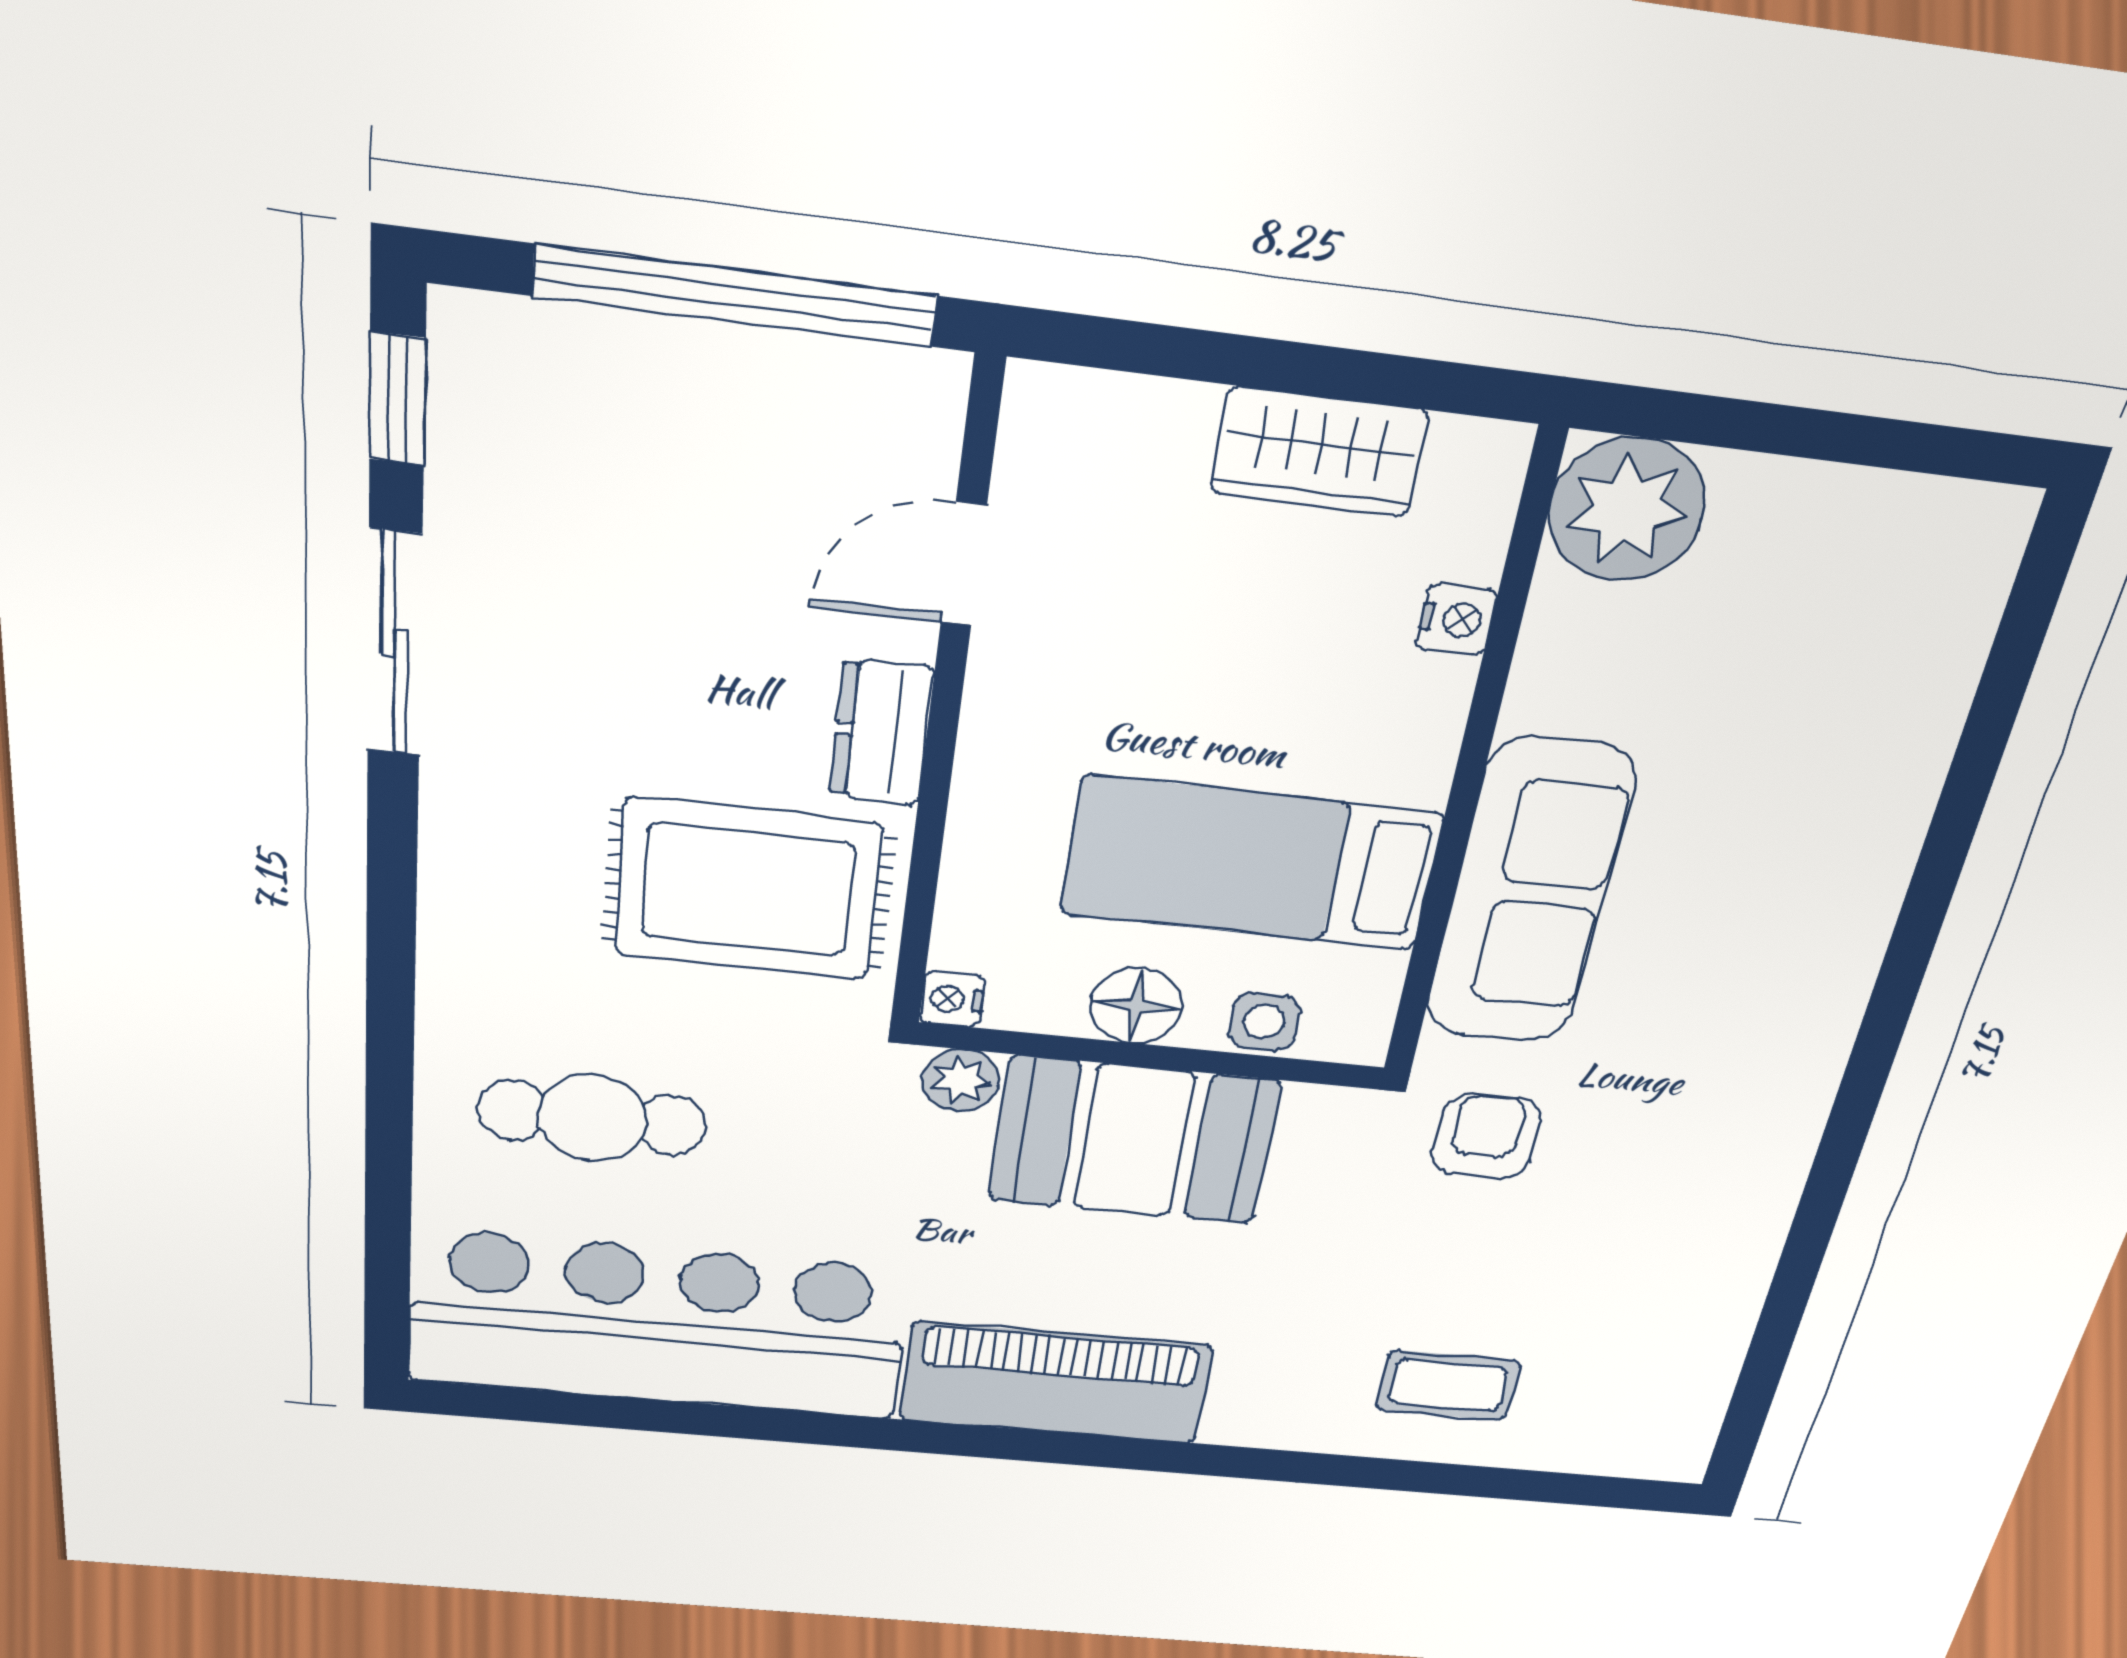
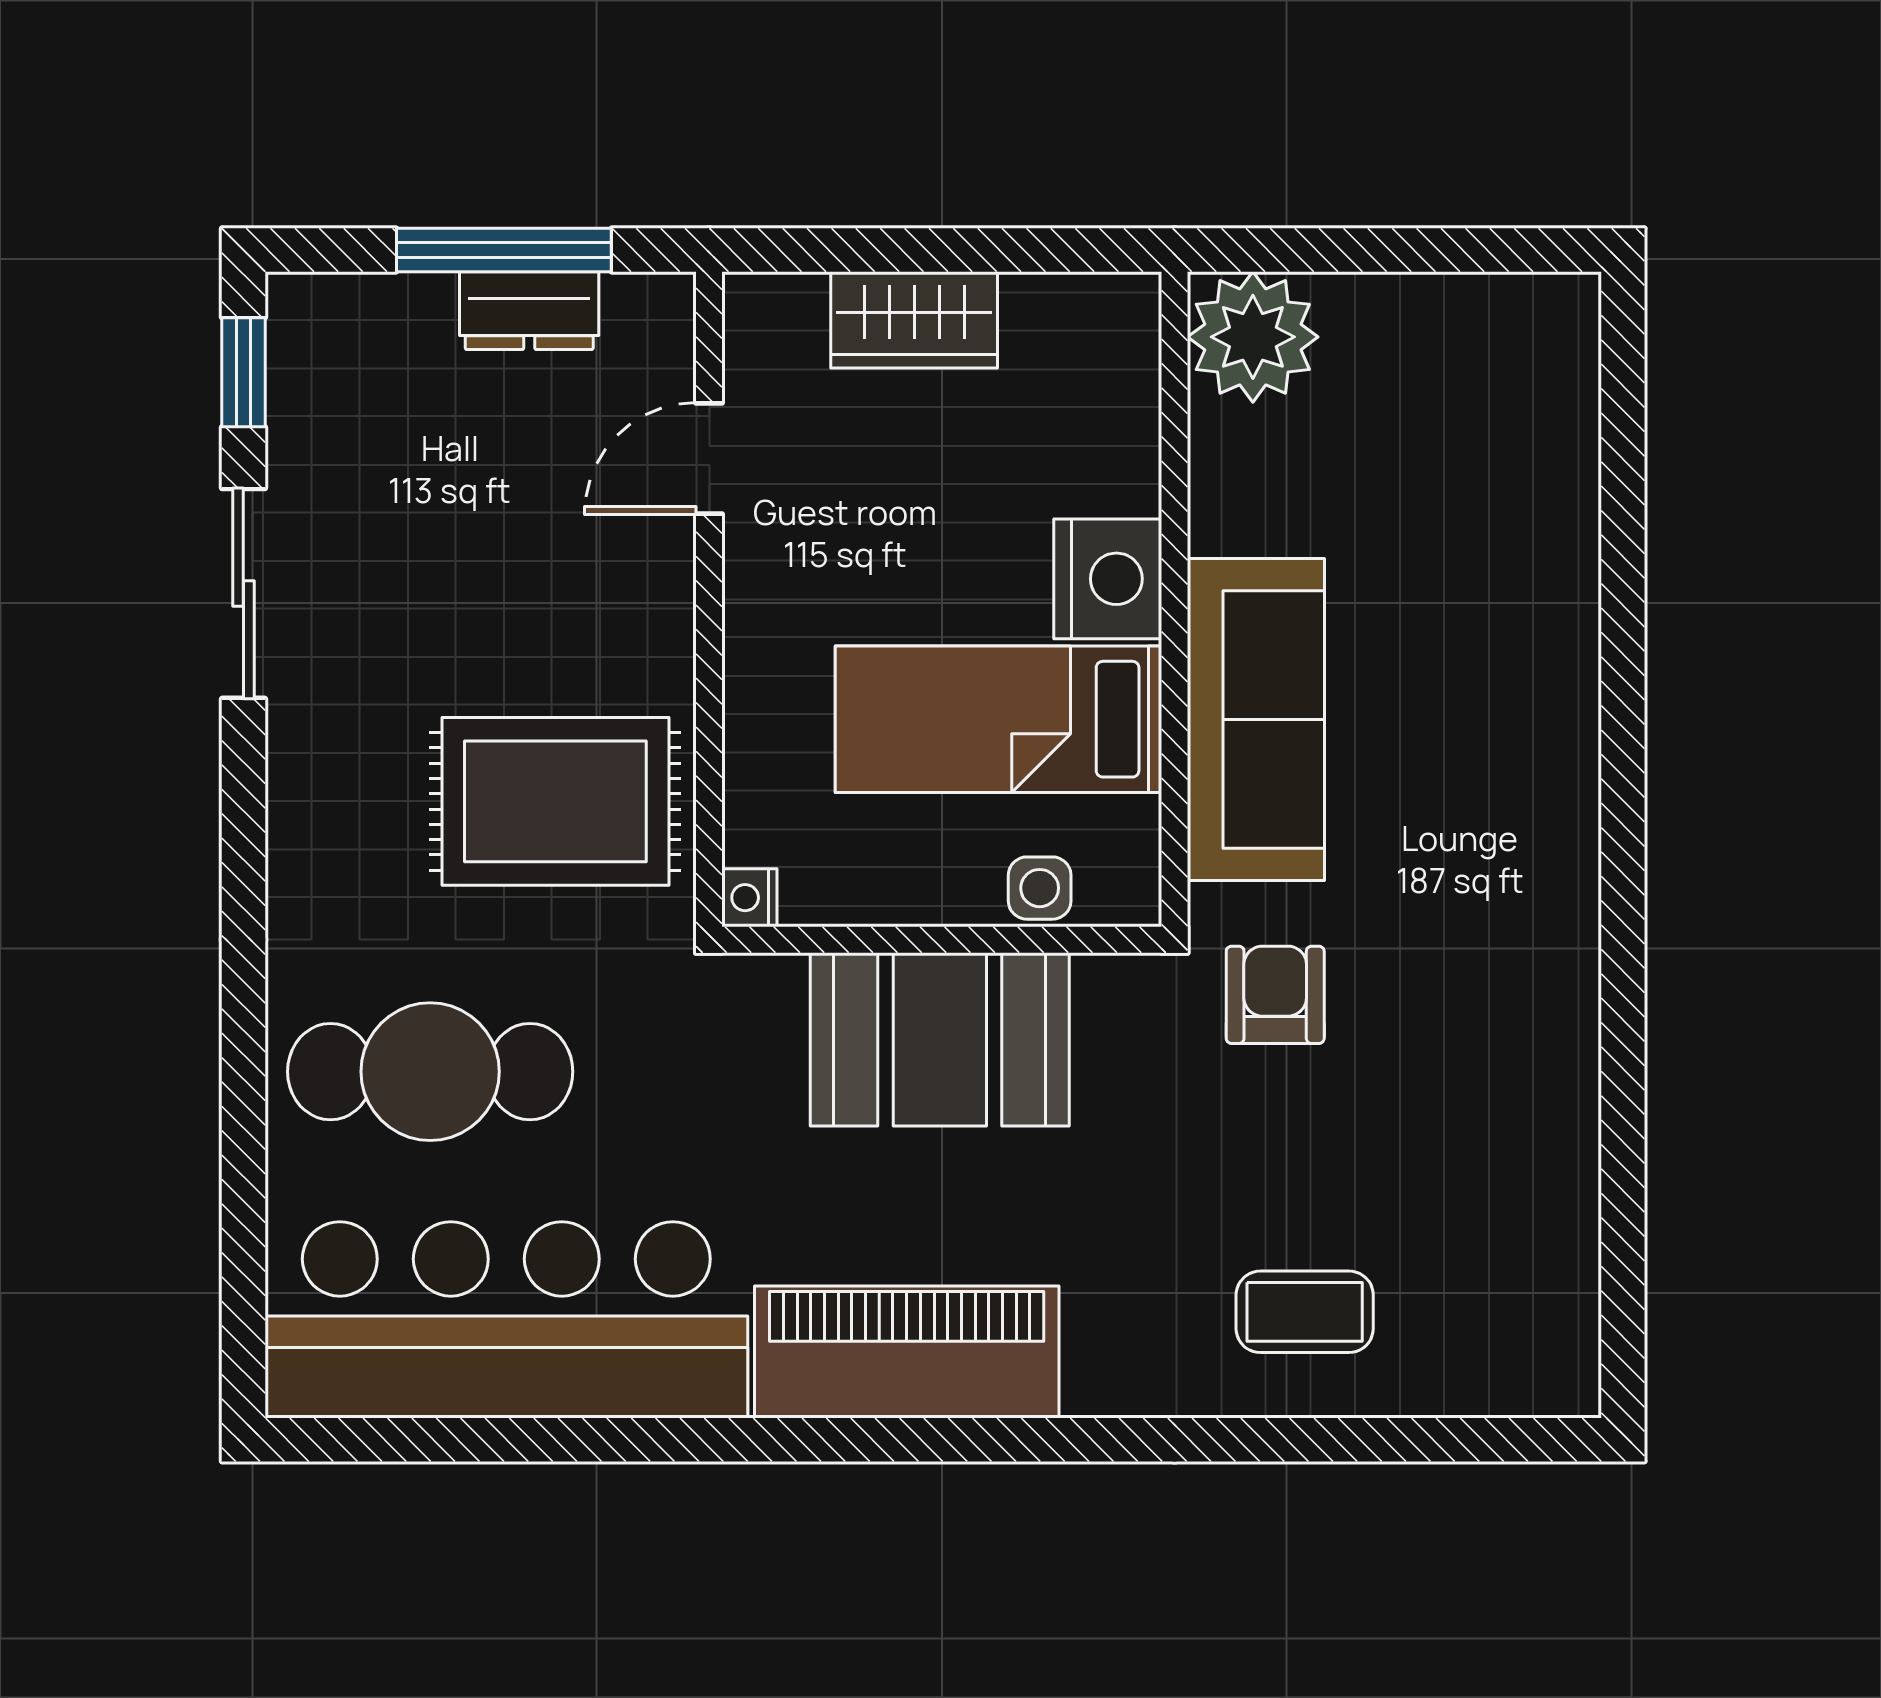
window: (735, 296) -> (504, 250), width x0.68
wardrobe: (1319, 452) -> (914, 320), moved
nightstand: (1456, 620) -> (1108, 579), moved, width x1.89, depth x1.79
dresser: (881, 732) -> (529, 311), moved, turned -90
floor lamp: (1136, 1006) -> (919, 885), removed
plant: (961, 1080) -> (768, 988), removed
cafe table: (592, 1117) -> (430, 1072), width x1.37, depth x1.35

